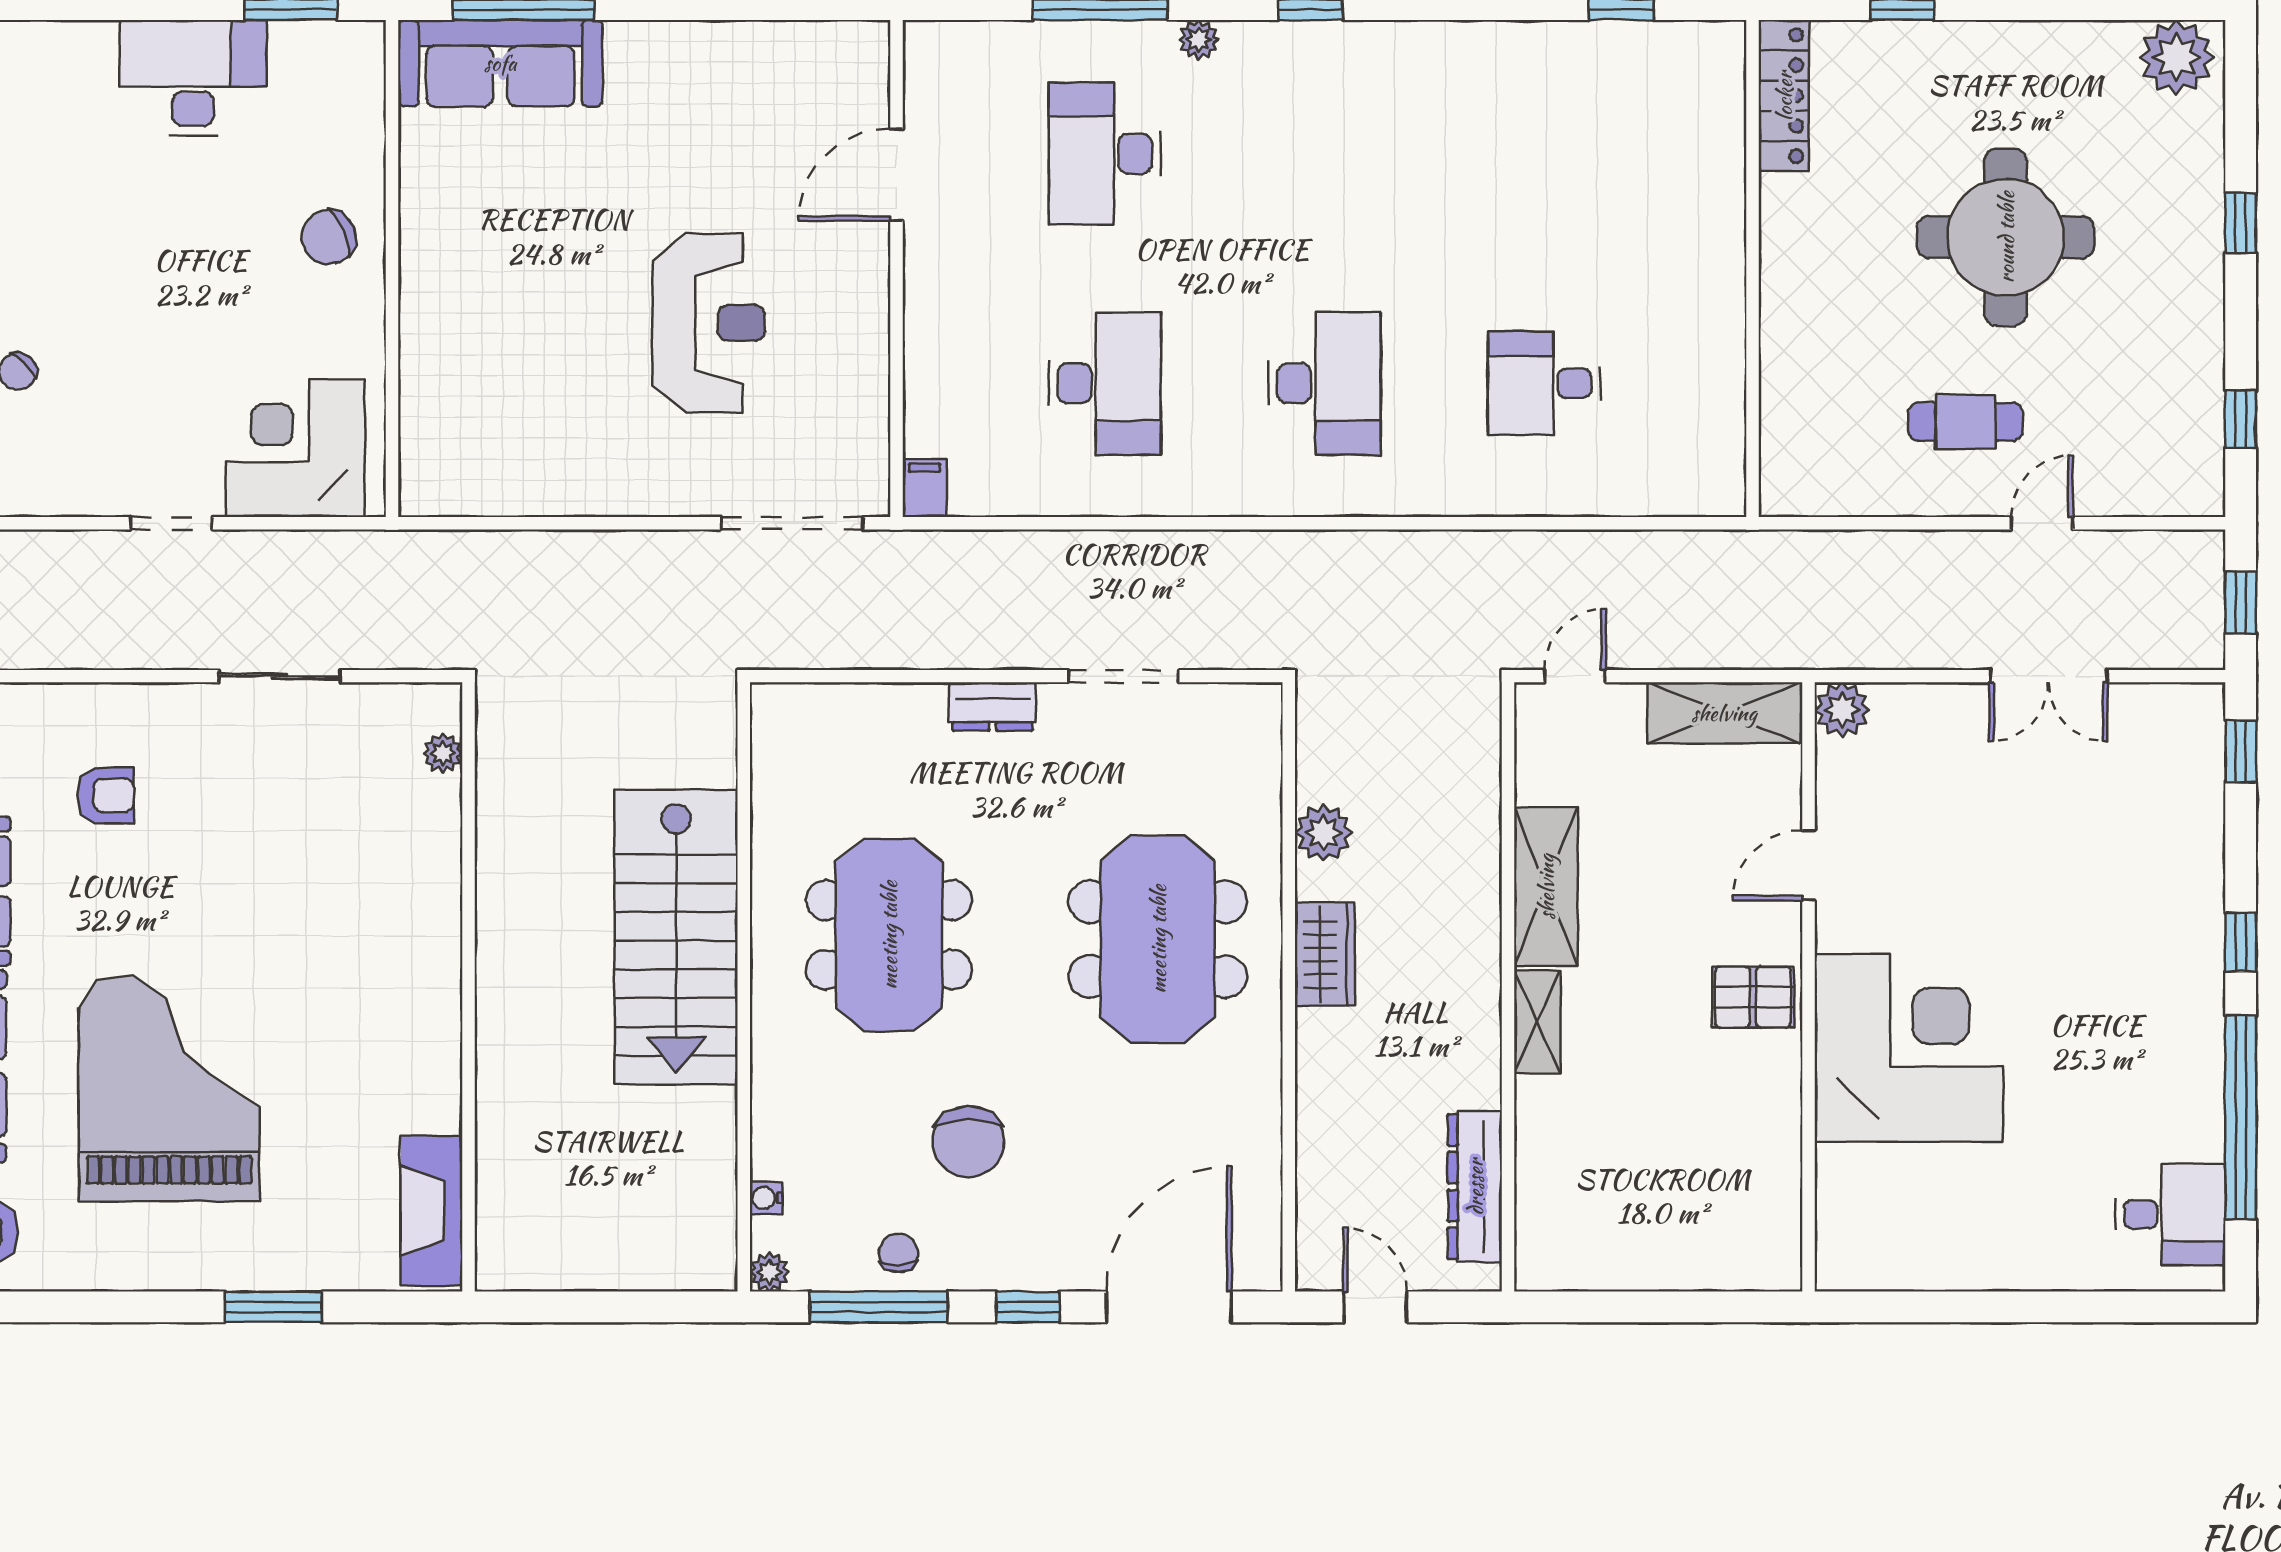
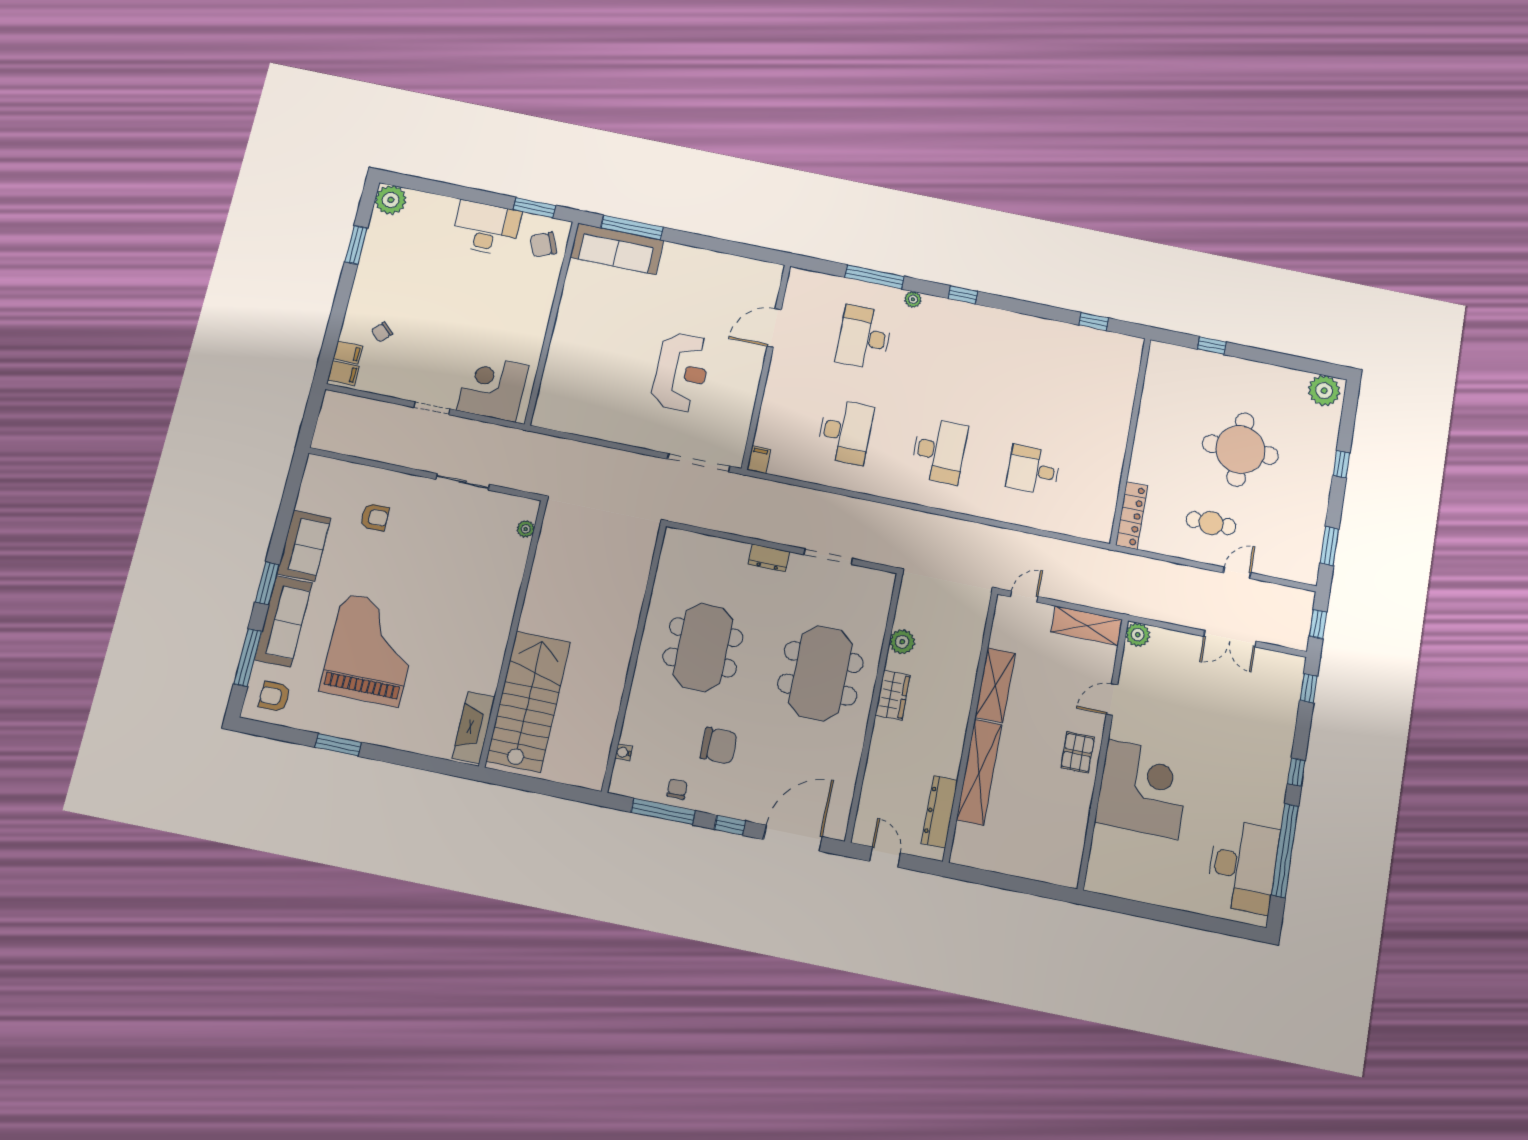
locker: (1784, 96) -> (1132, 515), moved
chair: (329, 237) -> (543, 245), moved
window: (2241, 419) -> (1329, 546), width x1.50
stairs: (676, 937) -> (528, 702), moved, turned 180
pallet: (1753, 997) -> (1078, 752), turned 90
shelving: (1537, 1022) -> (979, 772), width x2.20, depth x1.33
chair: (968, 1142) -> (719, 746), turned -90
desk: (2170, 1214) -> (1243, 866), width x1.87, depth x1.30
plant: (769, 1272) -> (618, 786), removed
window: (273, 1307) -> (338, 745), moved

